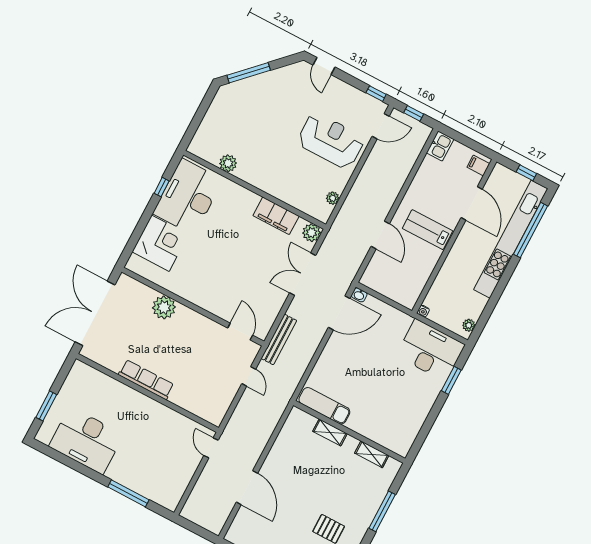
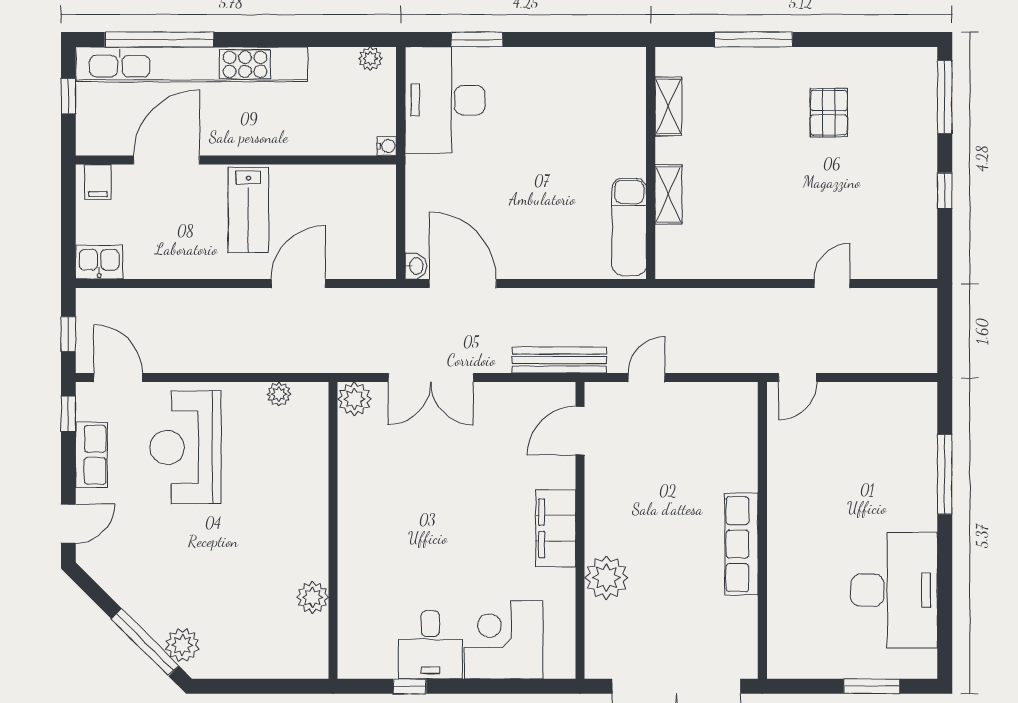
plant: (238, 90) -> (182, 645), added
row of seats: (351, 94) -> (91, 455), added
desk: (188, 197) -> (430, 645), width x0.53, depth x0.77
filing cabinet: (276, 216) -> (556, 528), moved, turned 180
door: (247, 488) -> (832, 283), width x0.53

